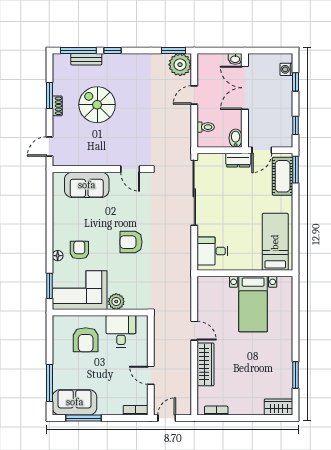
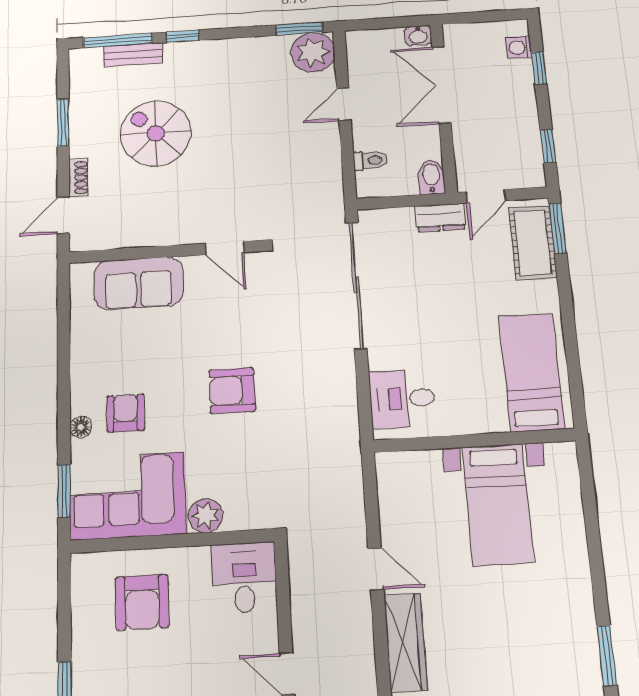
shoe rack: (57, 106) -> (78, 178), moved
desk: (121, 331) -> (244, 578), moved

